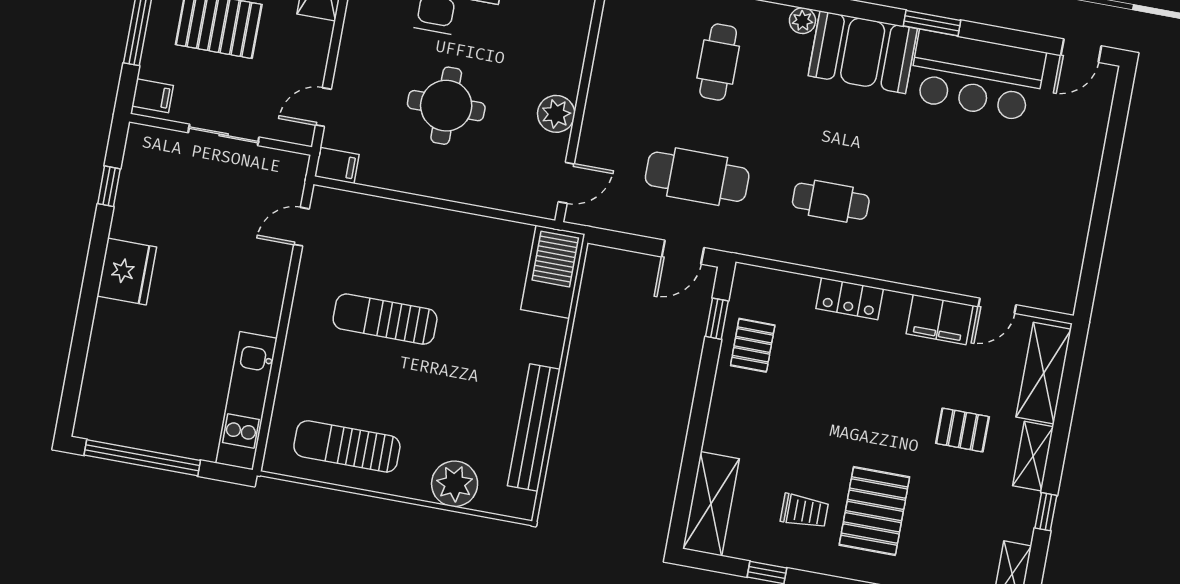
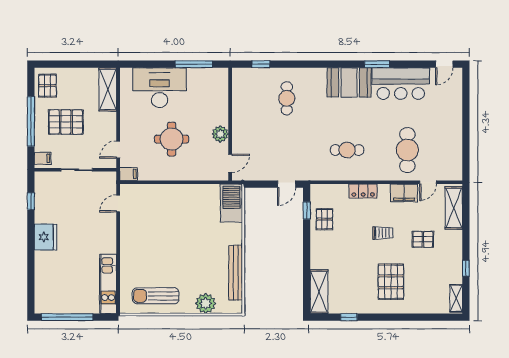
plant: (802, 21) -> (320, 73), removed
cafe table: (697, 177) -> (407, 150), moved, turned 90
sun lounger: (385, 319) -> (162, 237), removed
shelving: (1033, 456) -> (456, 245), removed
trolley: (804, 511) -> (383, 233), moved

